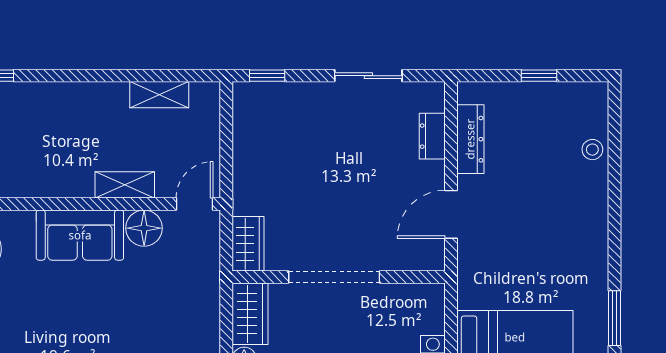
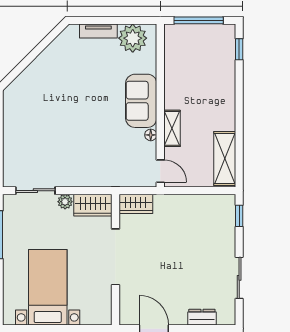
shelving: (159, 95) -> (225, 159), width x1.50, depth x1.33
floor lamp: (144, 228) -> (151, 135), width x0.53, depth x0.53

